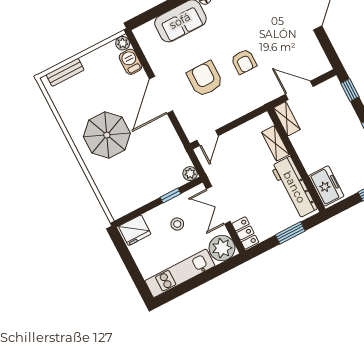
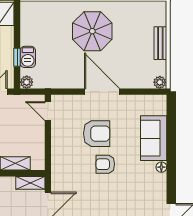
barbecue: (131, 62) -> (28, 57), moved, turned 90
armchair: (244, 62) -> (105, 164), moved
bench: (65, 72) -> (160, 43), moved

